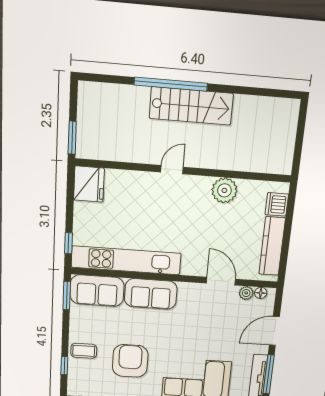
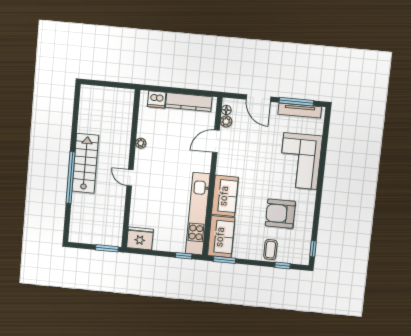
plant: (224, 190) -> (141, 143), width x0.53, depth x0.53

